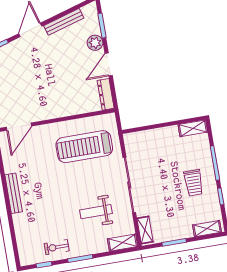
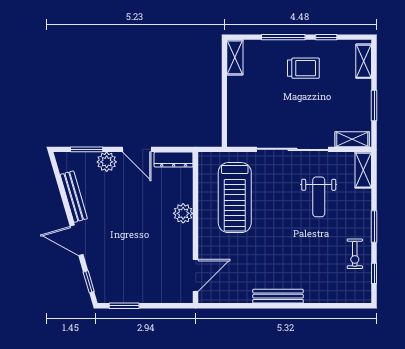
plant: (65, 109) -> (183, 213), added
door: (19, 127) -> (196, 275), hinge flipped

